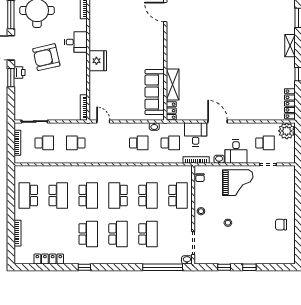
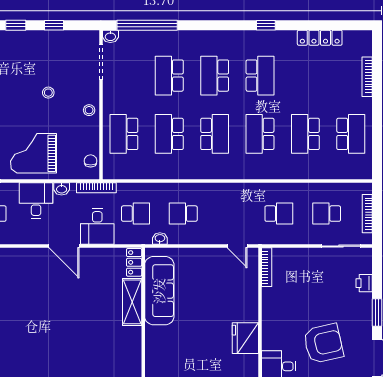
printer: (19, 73) -> (364, 283), moved
school desk: (170, 143) -> (135, 214), turned 180
school desk: (88, 234) -> (260, 76), turned 180

